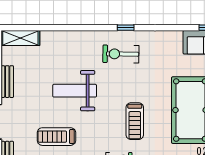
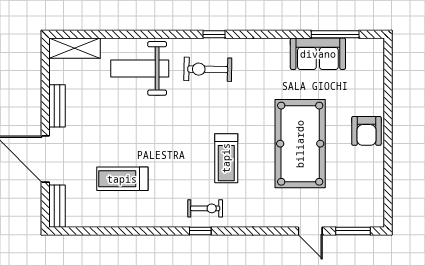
weight bench: (75, 91) -> (140, 68), moved

